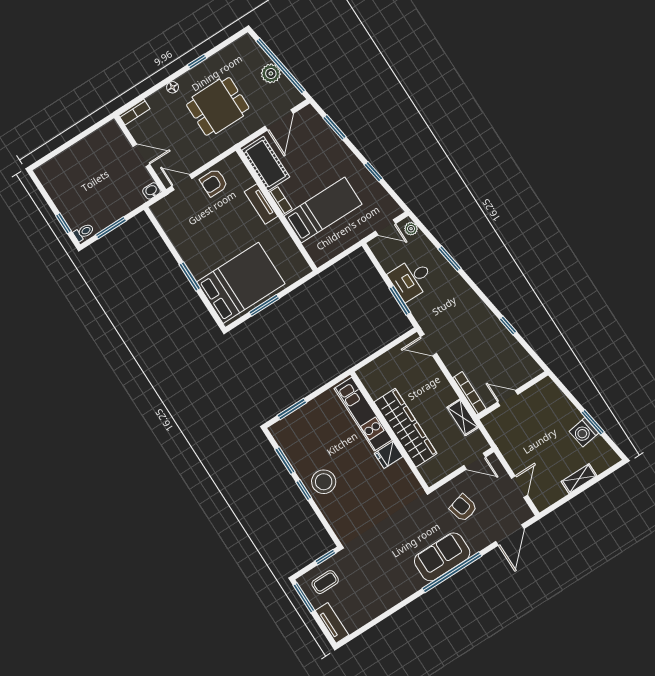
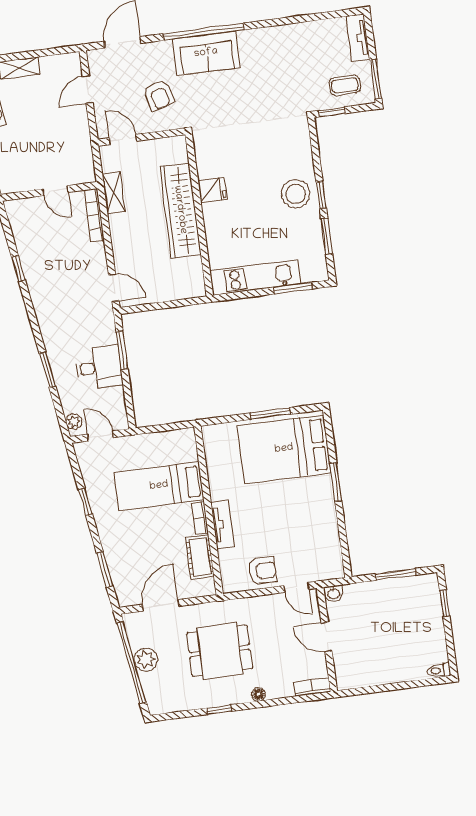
cot: (266, 164) -> (200, 557), width x0.73, depth x0.75
toilet: (84, 232) -> (439, 670), moved
kitchen unit: (363, 414) -> (255, 277), moved, turned -90

